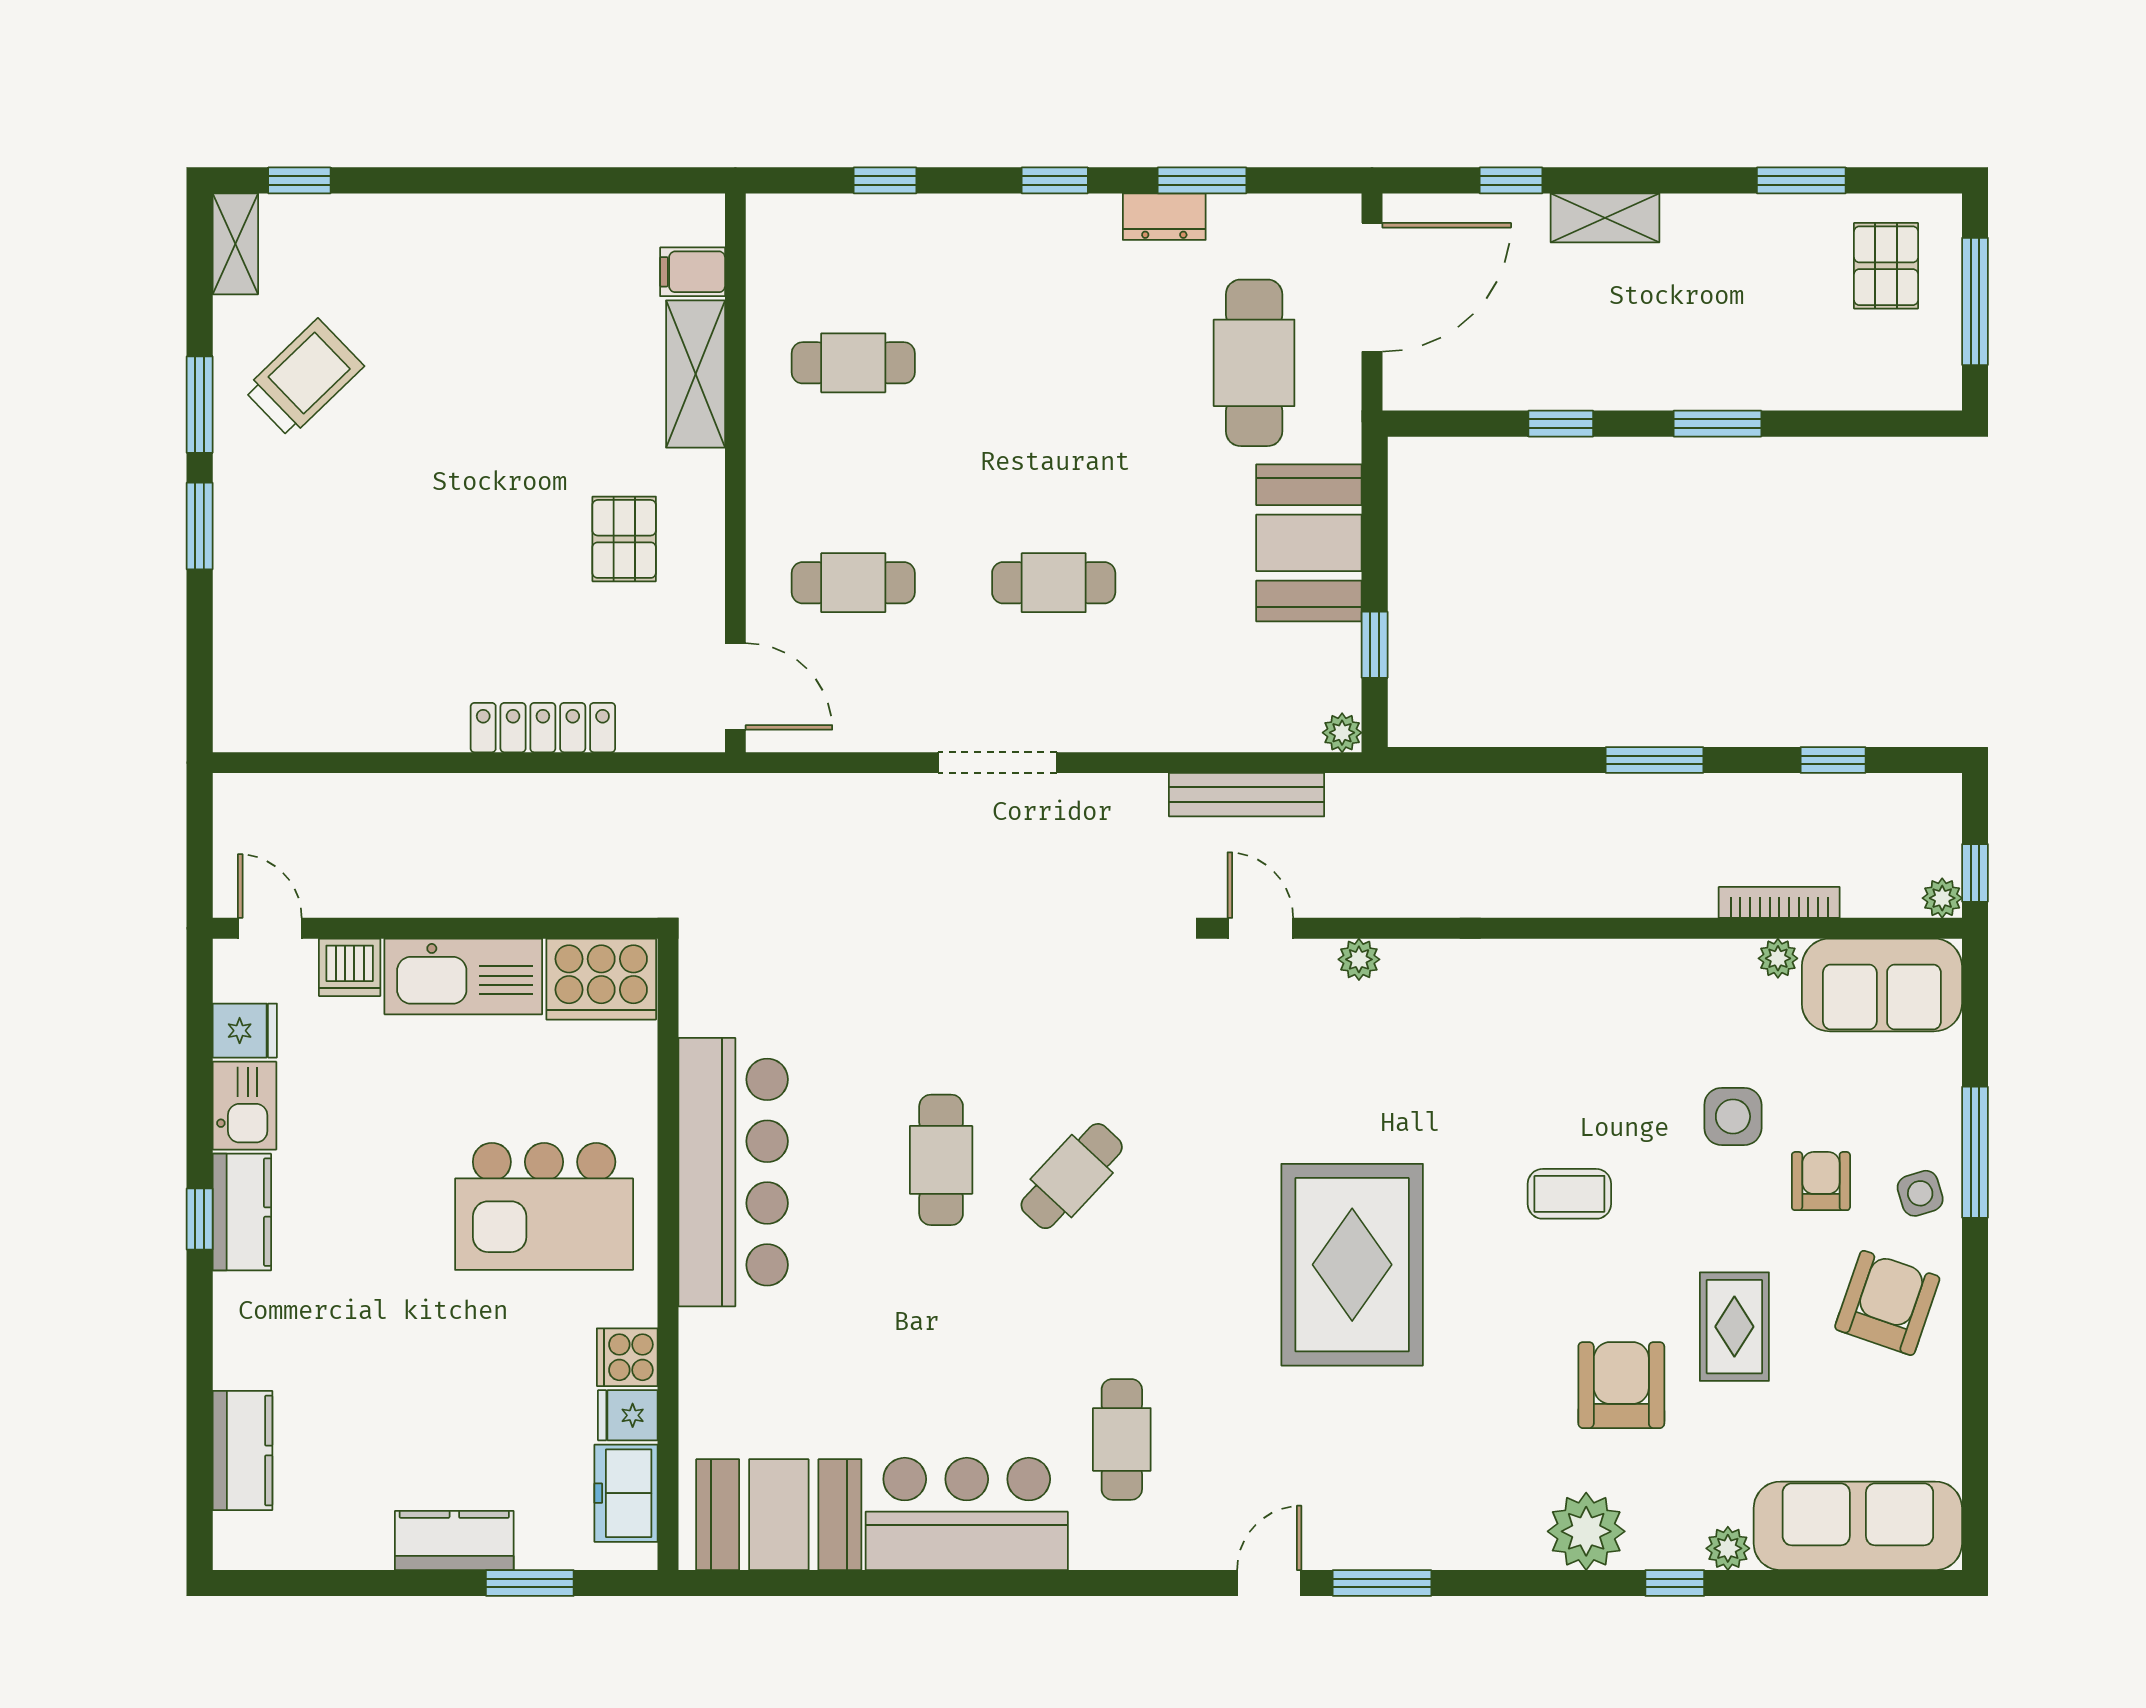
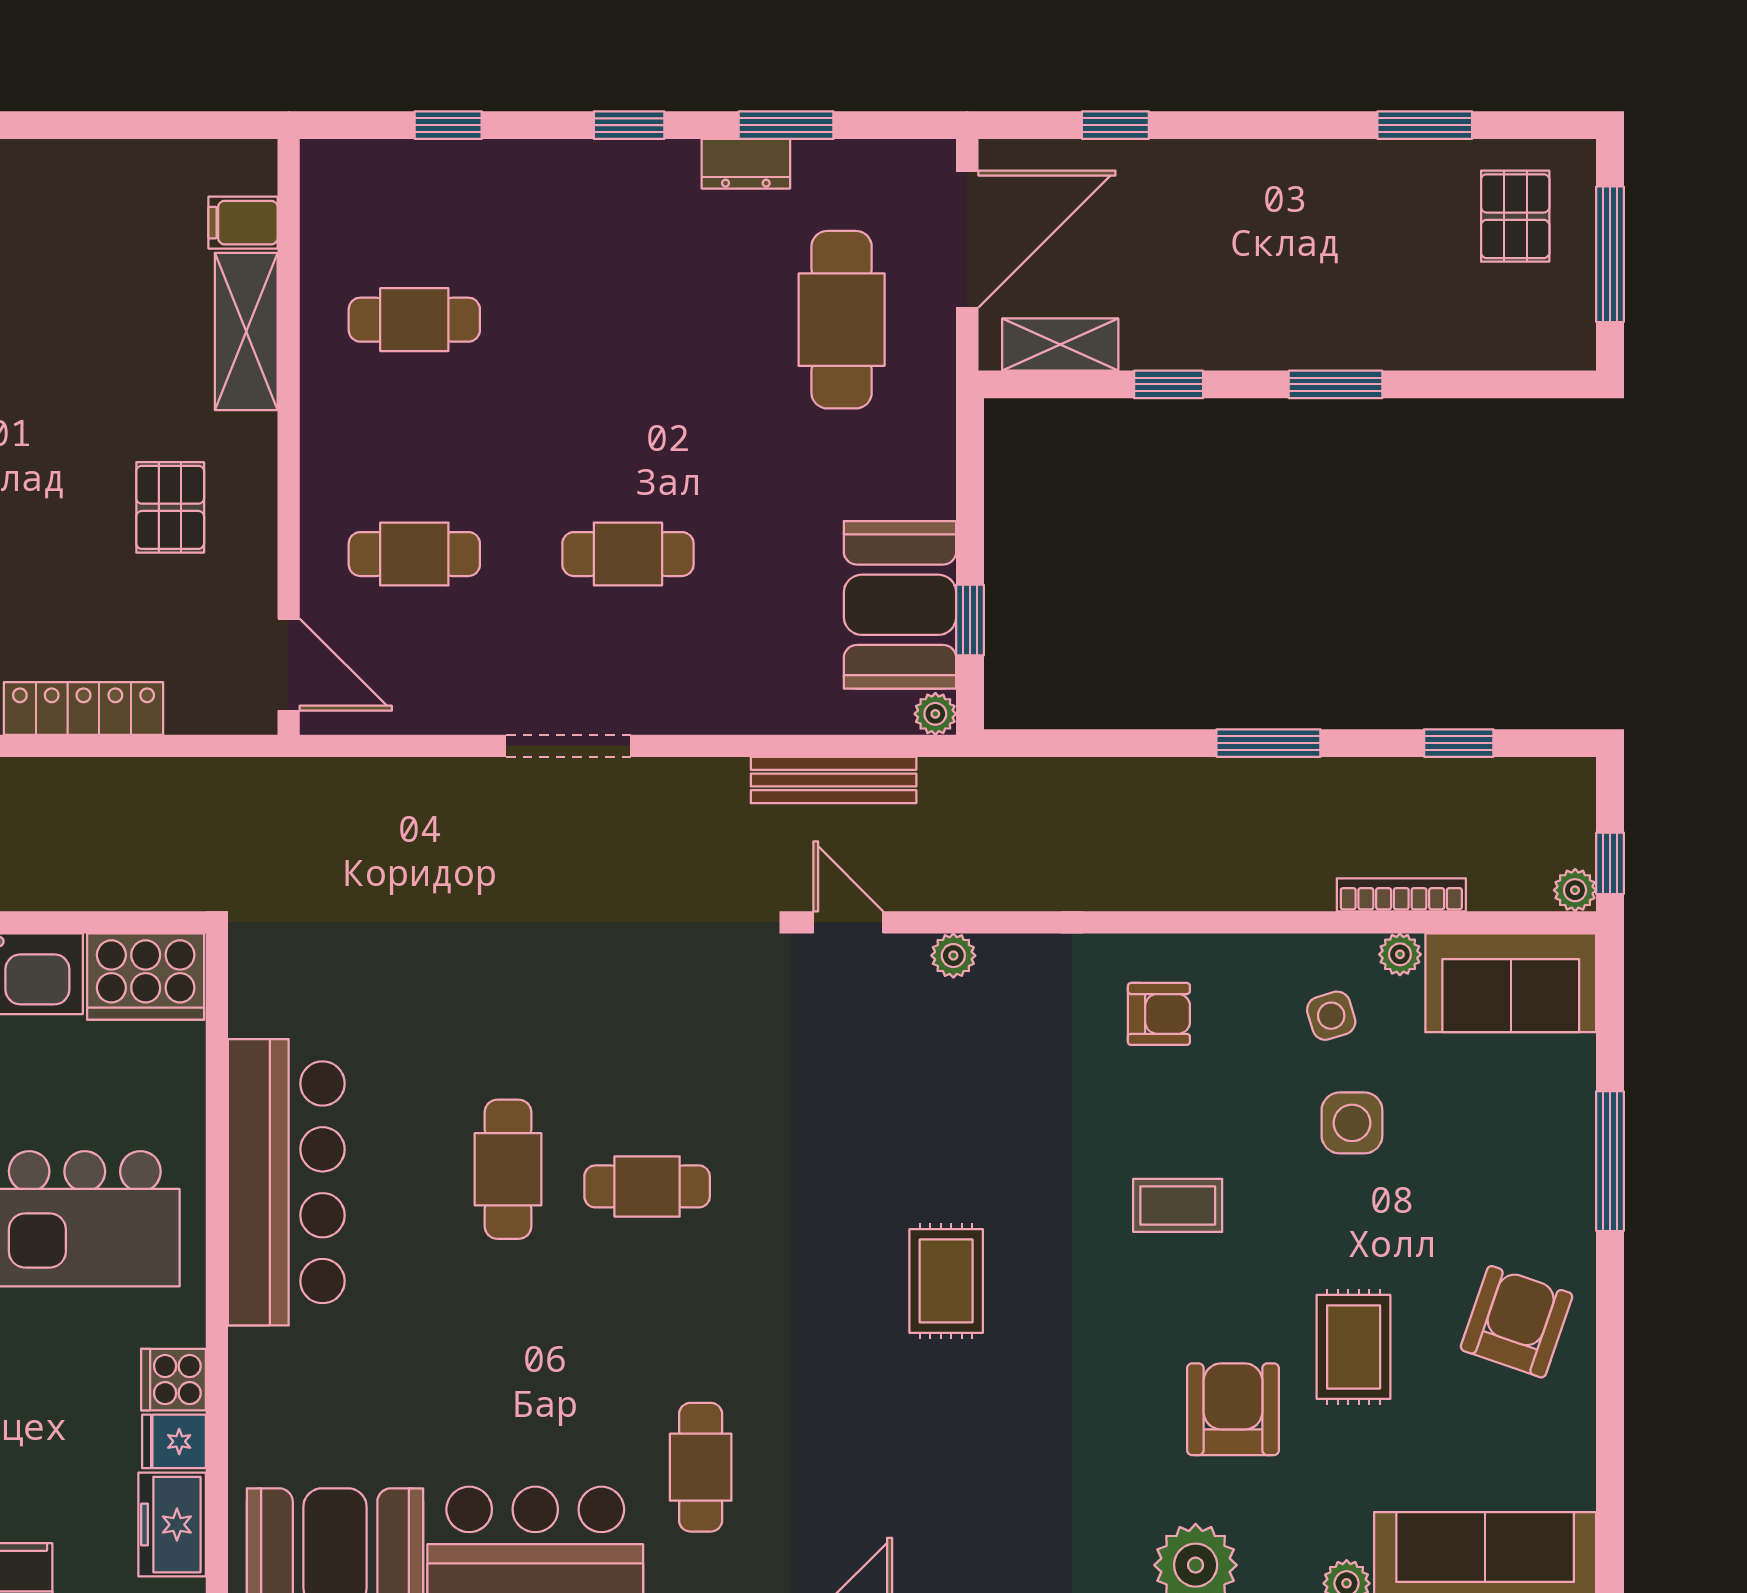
shelving: (1605, 218) -> (1060, 345), moved
booth: (1309, 543) -> (900, 605), moved
cafe table: (1072, 1176) -> (647, 1186), turned 47
armchair: (1821, 1181) -> (1159, 1014), moved, turned 90
side table: (1920, 1193) -> (1331, 1016), moved
rug: (1352, 1265) -> (946, 1281), width x0.54, depth x0.49

